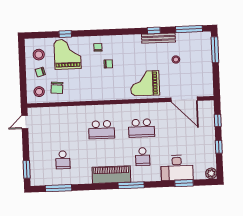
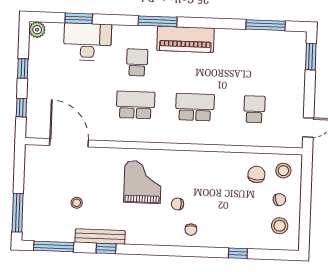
grand piano: (68, 54) -> (237, 223), removed
grand piano: (145, 83) -> (143, 182), moved, turned -90
school desk: (63, 160) -> (254, 109), moved

